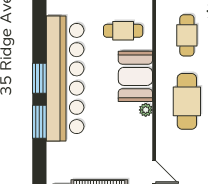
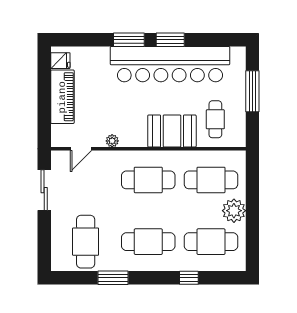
cafe table: (187, 35) -> (211, 180), width x1.37, depth x1.35
plant: (146, 110) -> (112, 141), moved

